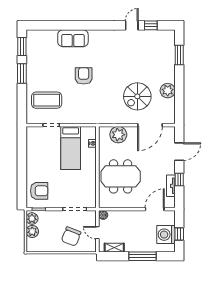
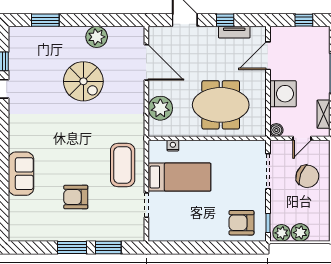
window: (22, 47) -> (108, 247), moved
armchair: (84, 76) -> (76, 197), moved
spiral stairs: (137, 96) -> (83, 81), moved
coffee table: (47, 100) -> (123, 165), moved
meeting table: (121, 176) -> (221, 105), turned 90
armchair: (39, 191) -> (241, 223), turned -90
door: (155, 209) -> (268, 56), hinge flipped
washing machine: (166, 235) -> (283, 94), moved, turned -90

